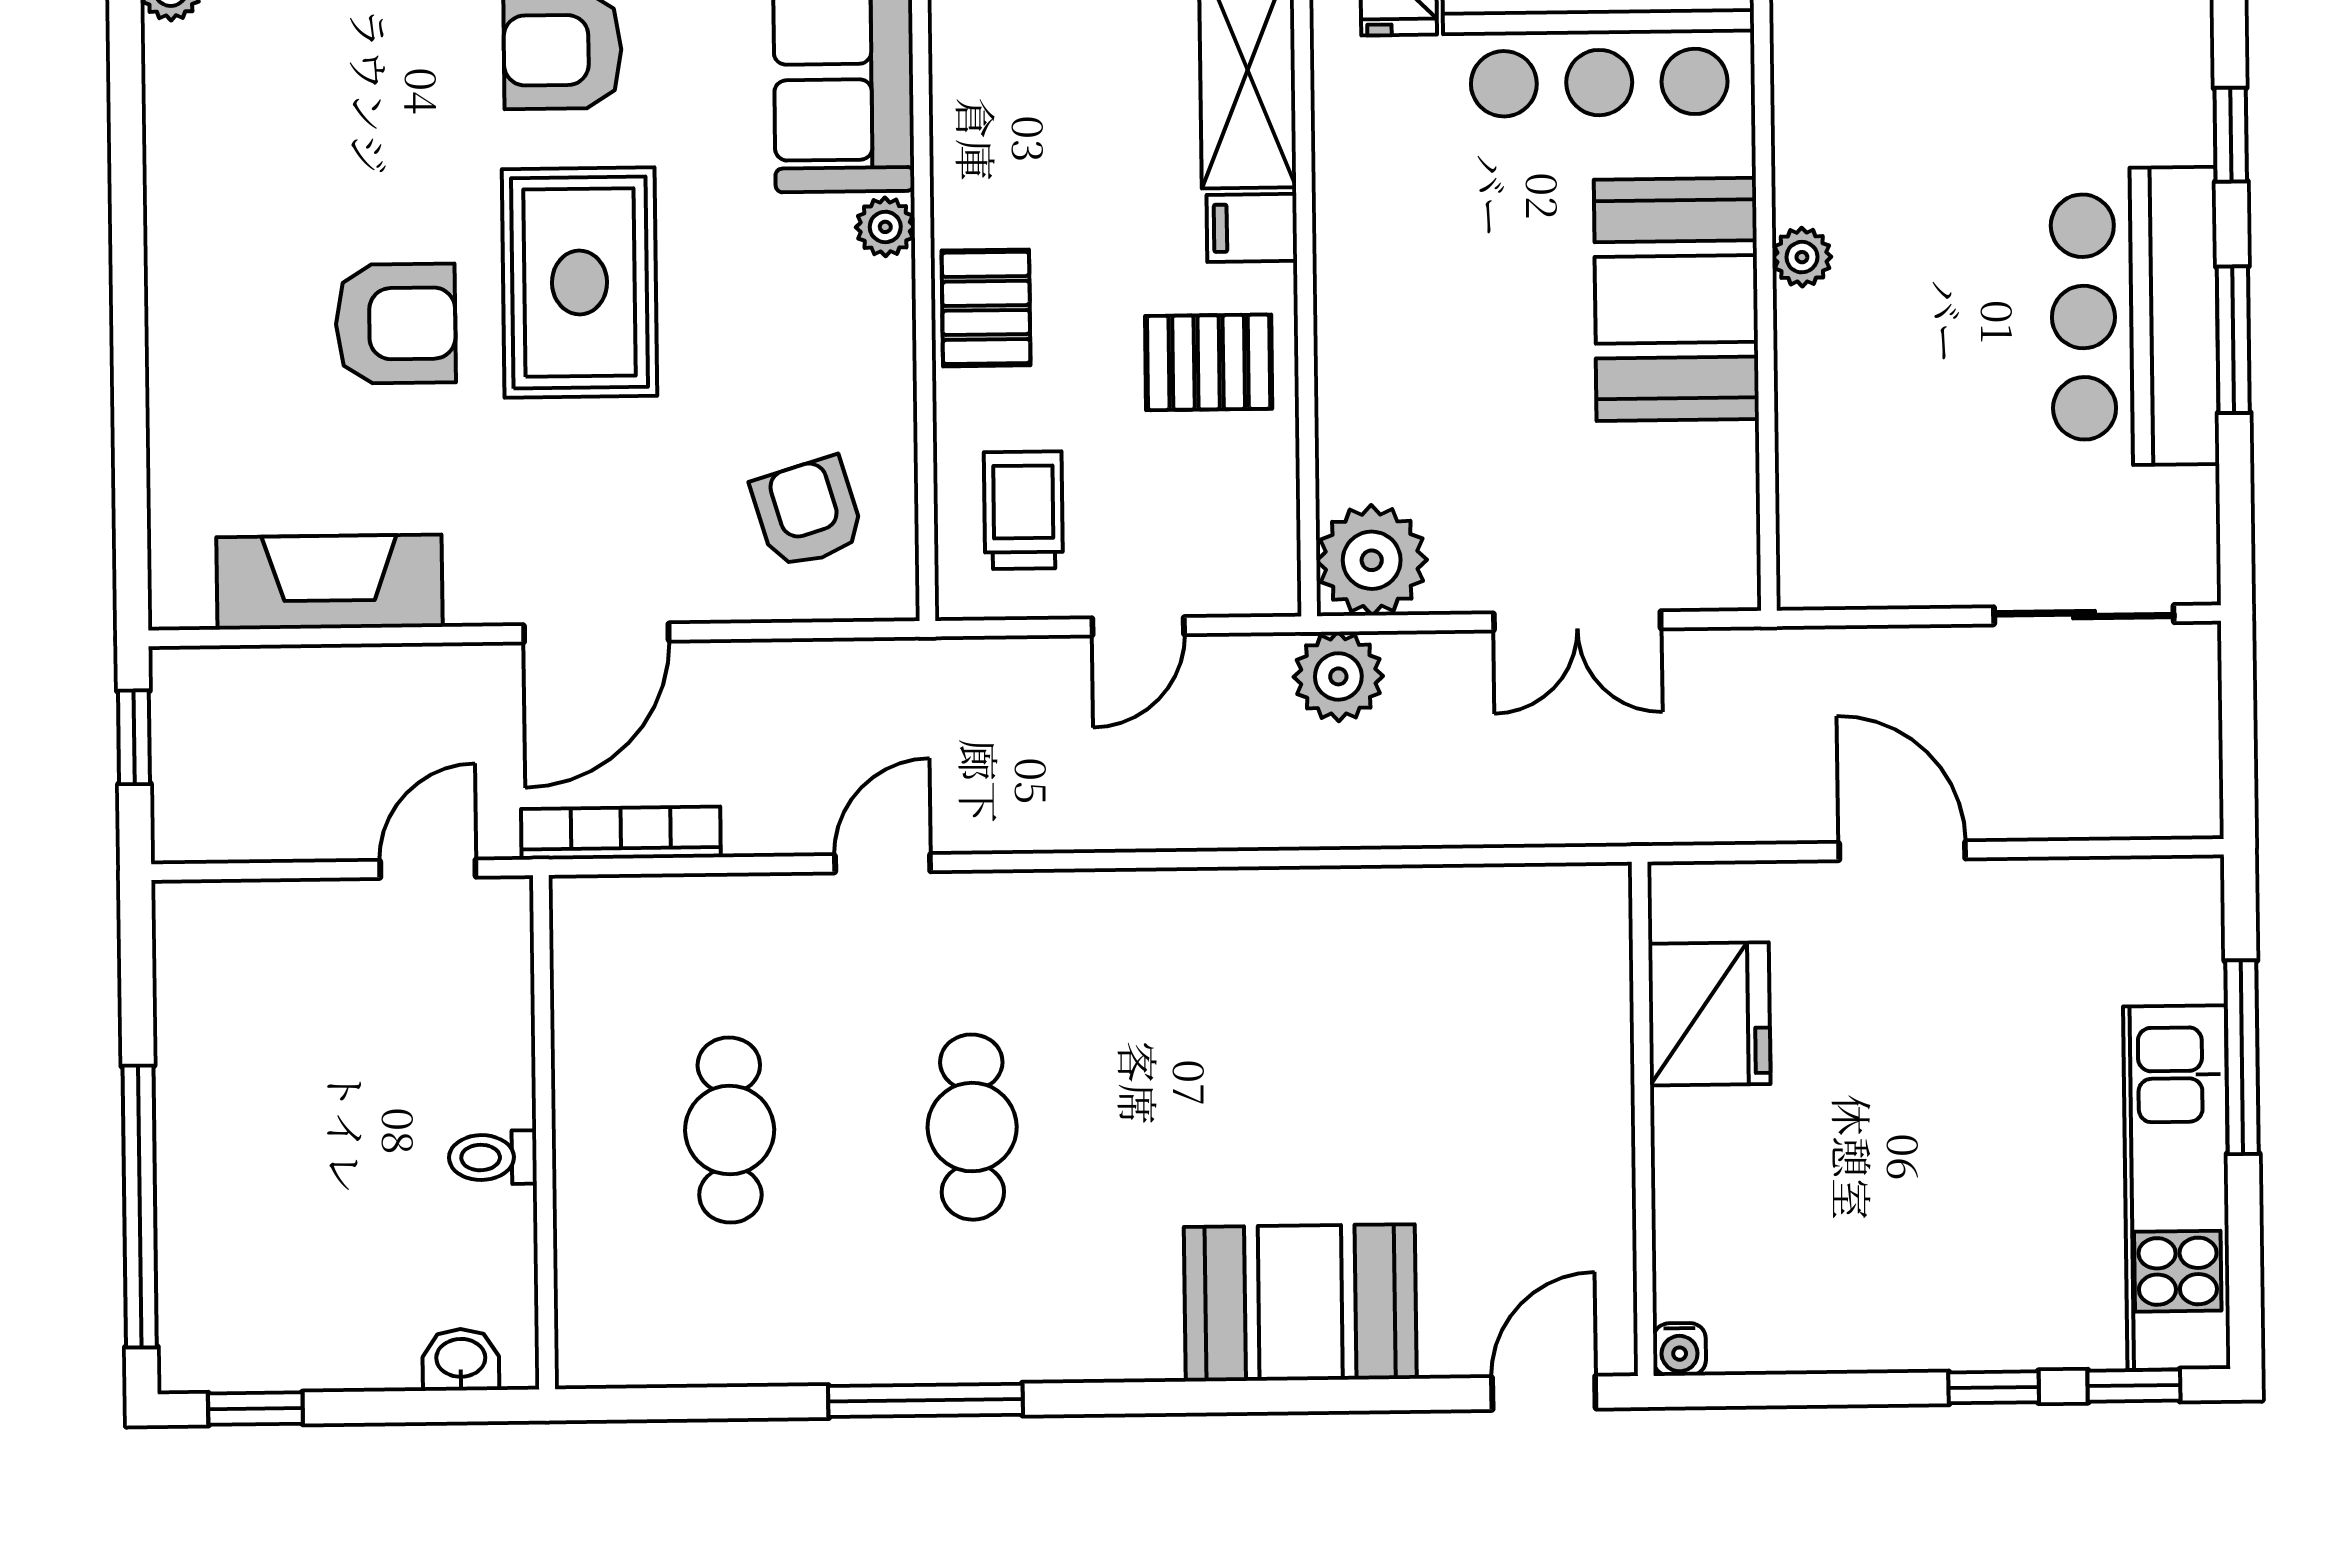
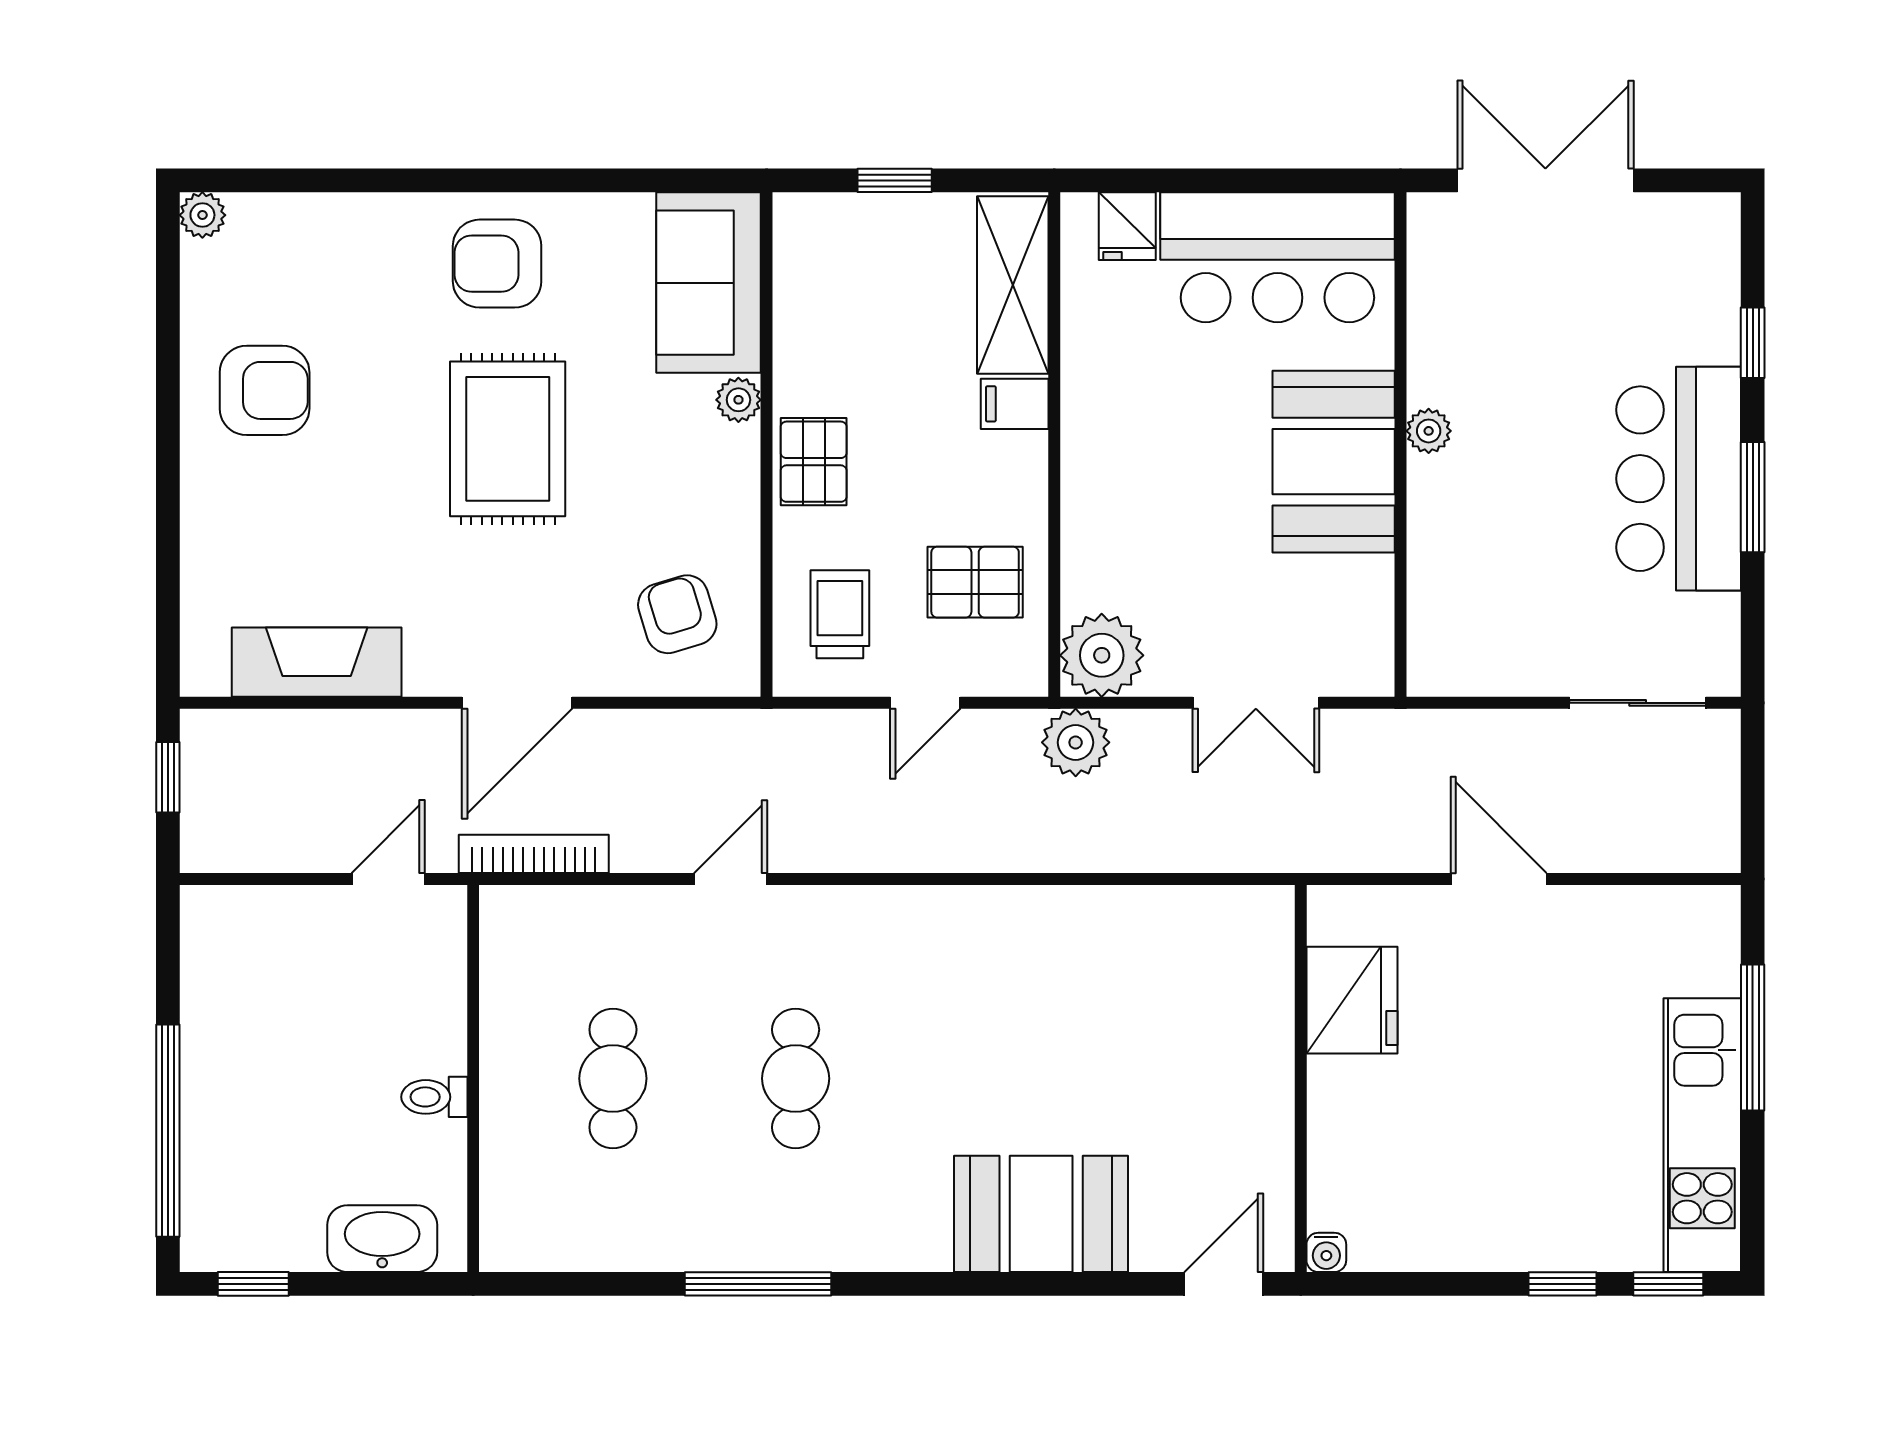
armchair: (396, 324) -> (265, 390), moved
pallet: (1209, 362) -> (975, 582), moved
washbasin: (461, 1360) -> (382, 1239), width x1.91, depth x1.45

